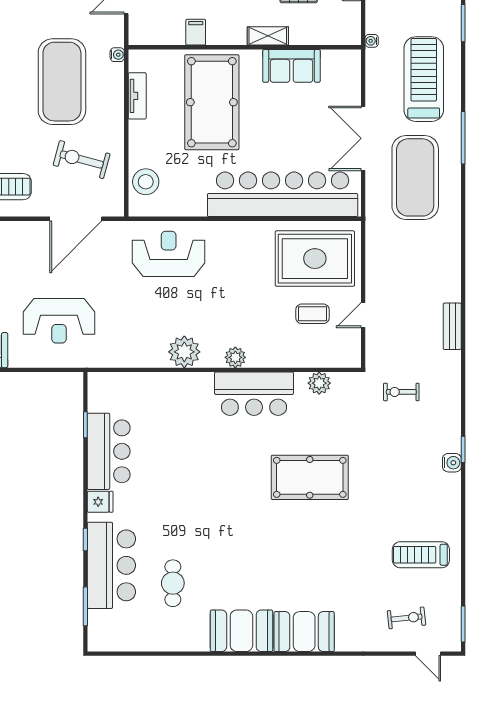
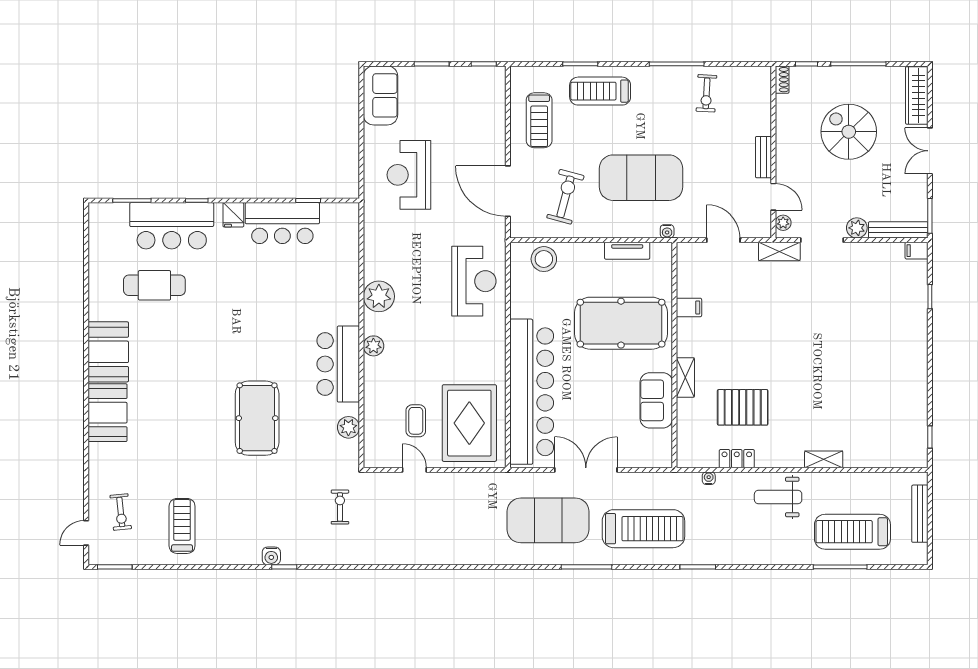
water cooler: (372, 41) -> (709, 478), moved
bench: (452, 326) -> (404, 556), removed
cafe table: (173, 583) -> (154, 285), width x1.37, depth x1.35

